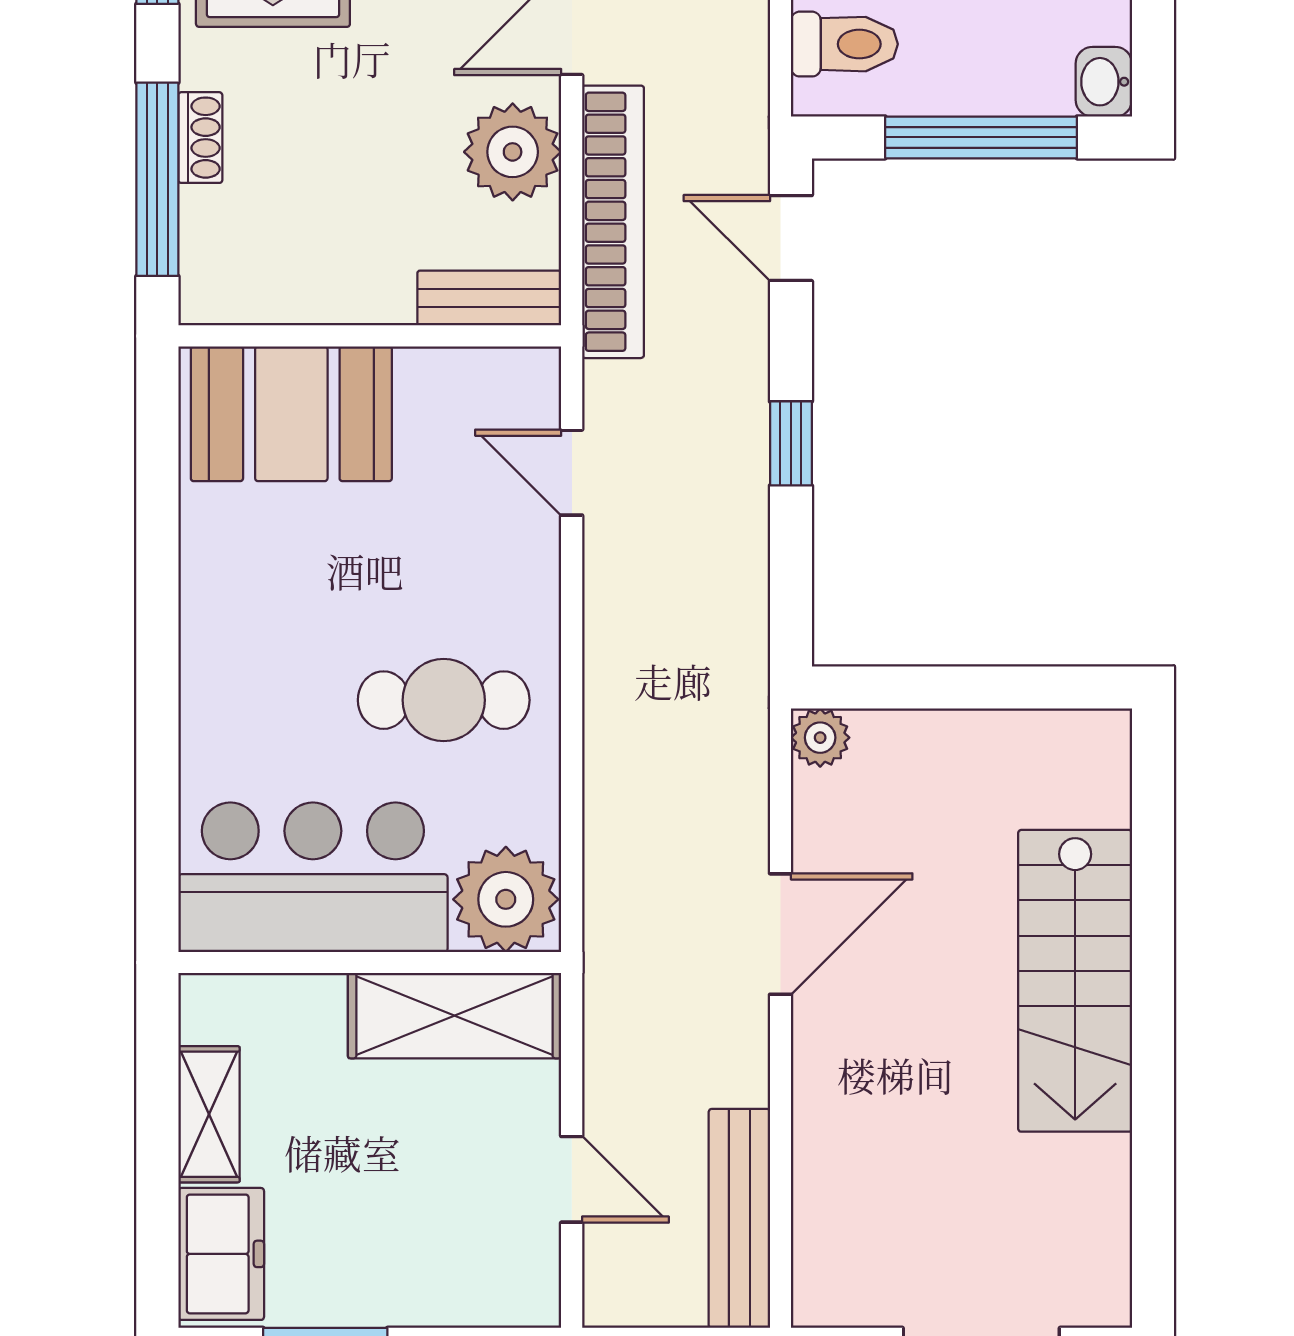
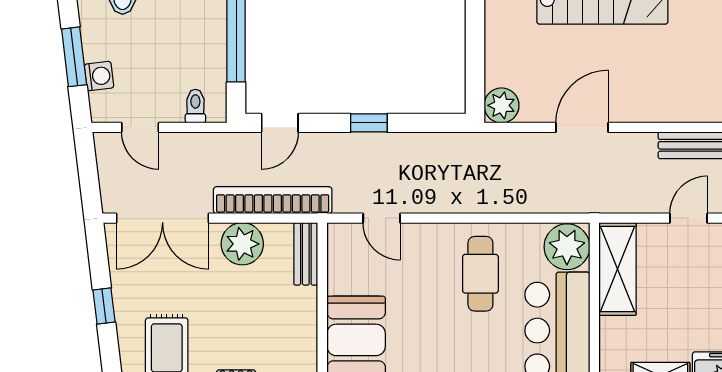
toilet: (844, 44) -> (195, 106), width x0.73, depth x0.72
door: (572, 473) -> (382, 218), hinge flipped
plant: (820, 738) -> (501, 105), width x1.38, depth x1.38
door: (780, 934) -> (582, 127), hinge flipped

